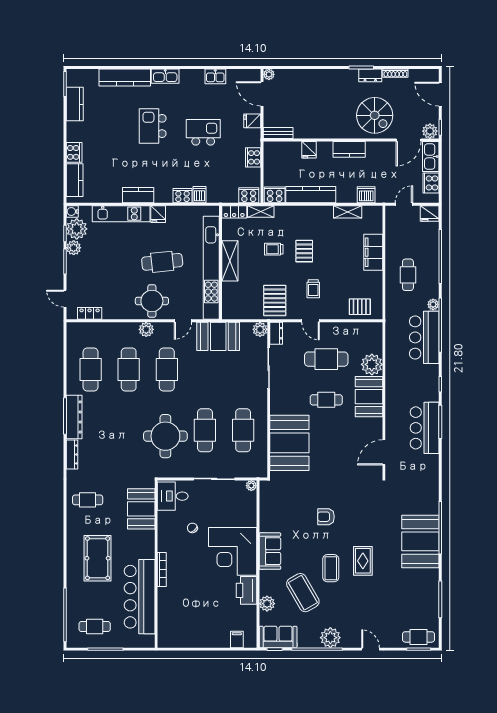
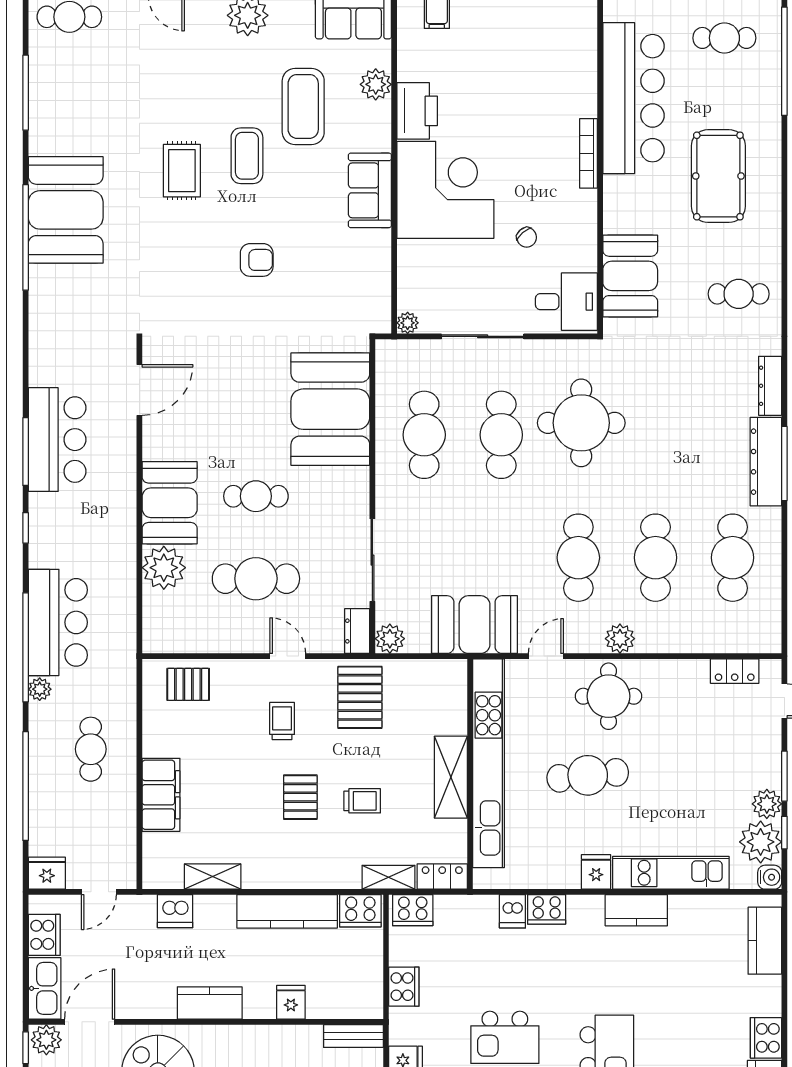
cooker: (74, 152) -> (766, 1038), moved
coffee table: (303, 593) -> (303, 106), turned 30

